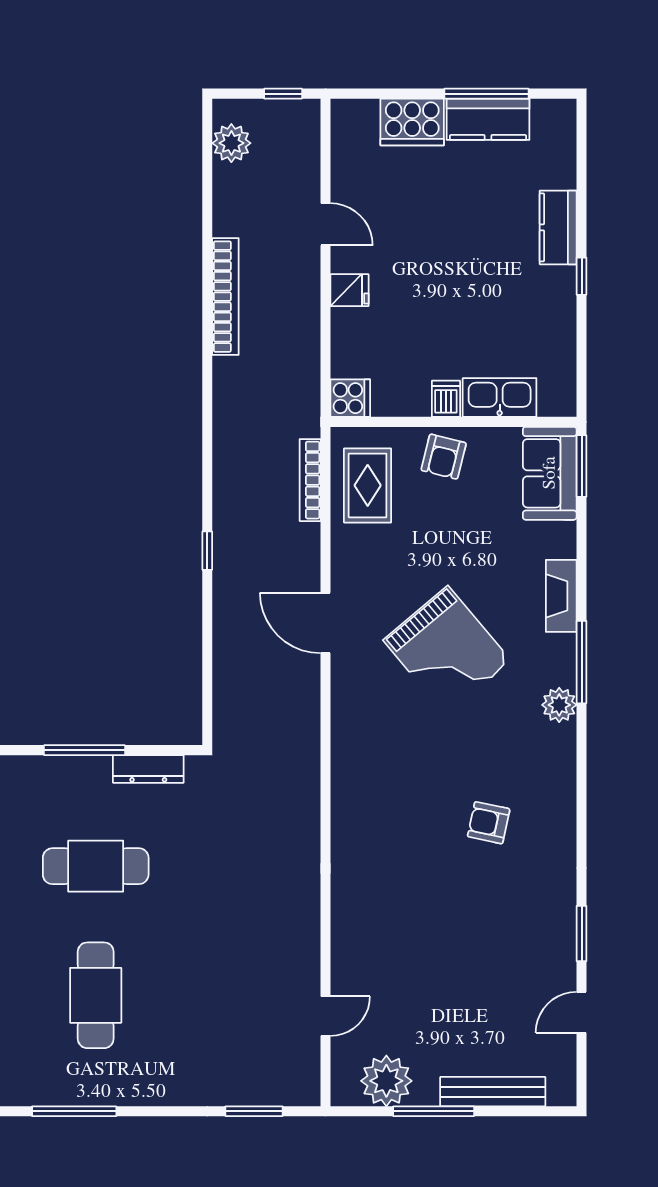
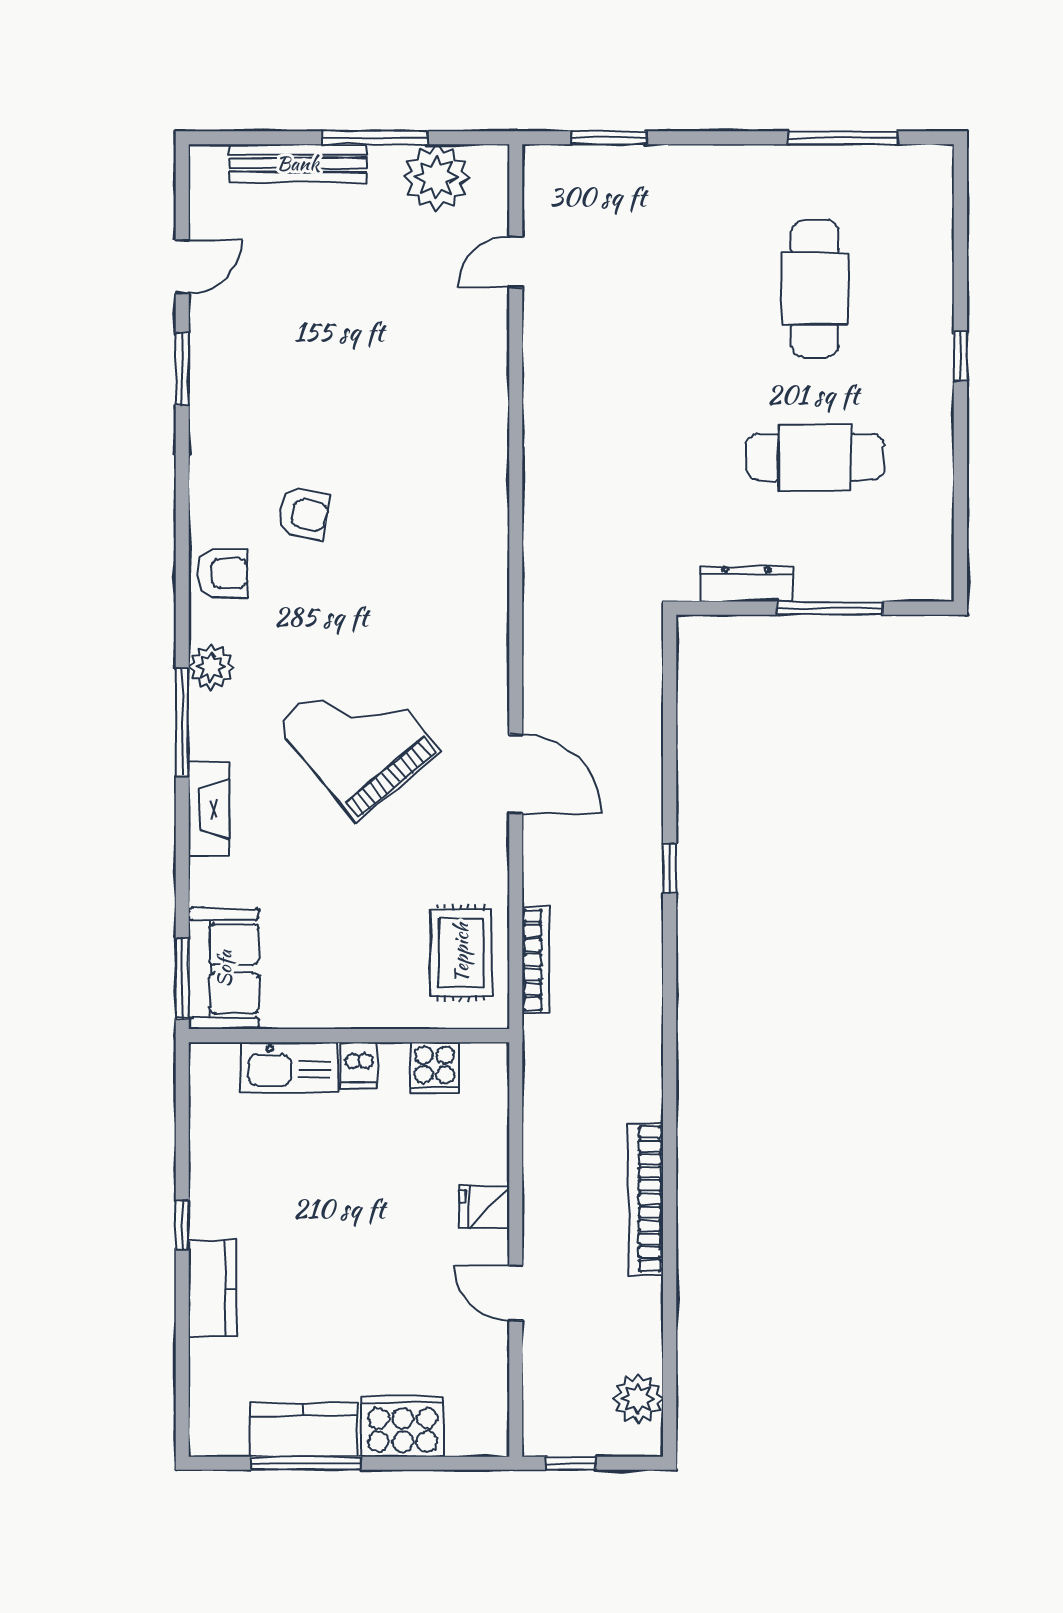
cooker: (350, 398) -> (435, 1068), moved, turned -90
armchair: (444, 457) -> (223, 573), moved, turned 76

